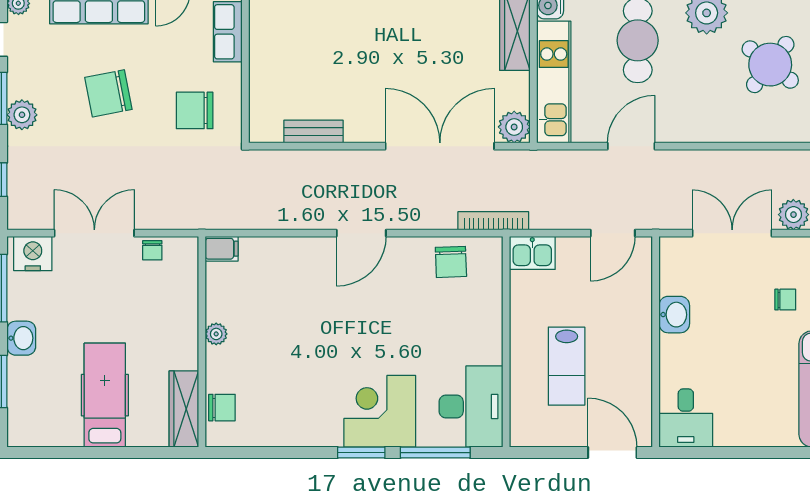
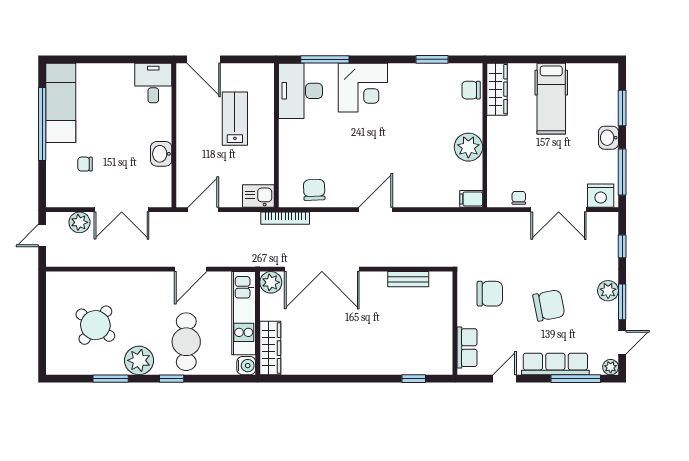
plant: (216, 334) -> (468, 147), width x1.87, depth x1.87
window: (361, 453) -> (432, 59), moved

